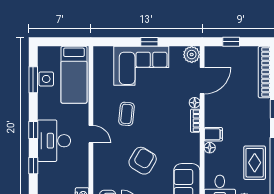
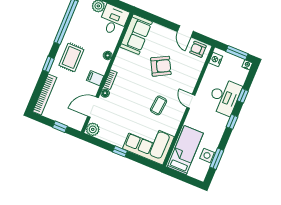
corner sofa: (141, 66) -> (148, 143), moved
filing cabinet: (213, 134) -> (95, 78), moved
desk: (54, 141) -> (224, 97), moved
armchair: (143, 161) -> (161, 66), turned -149
rug: (255, 163) -> (71, 57), moved

